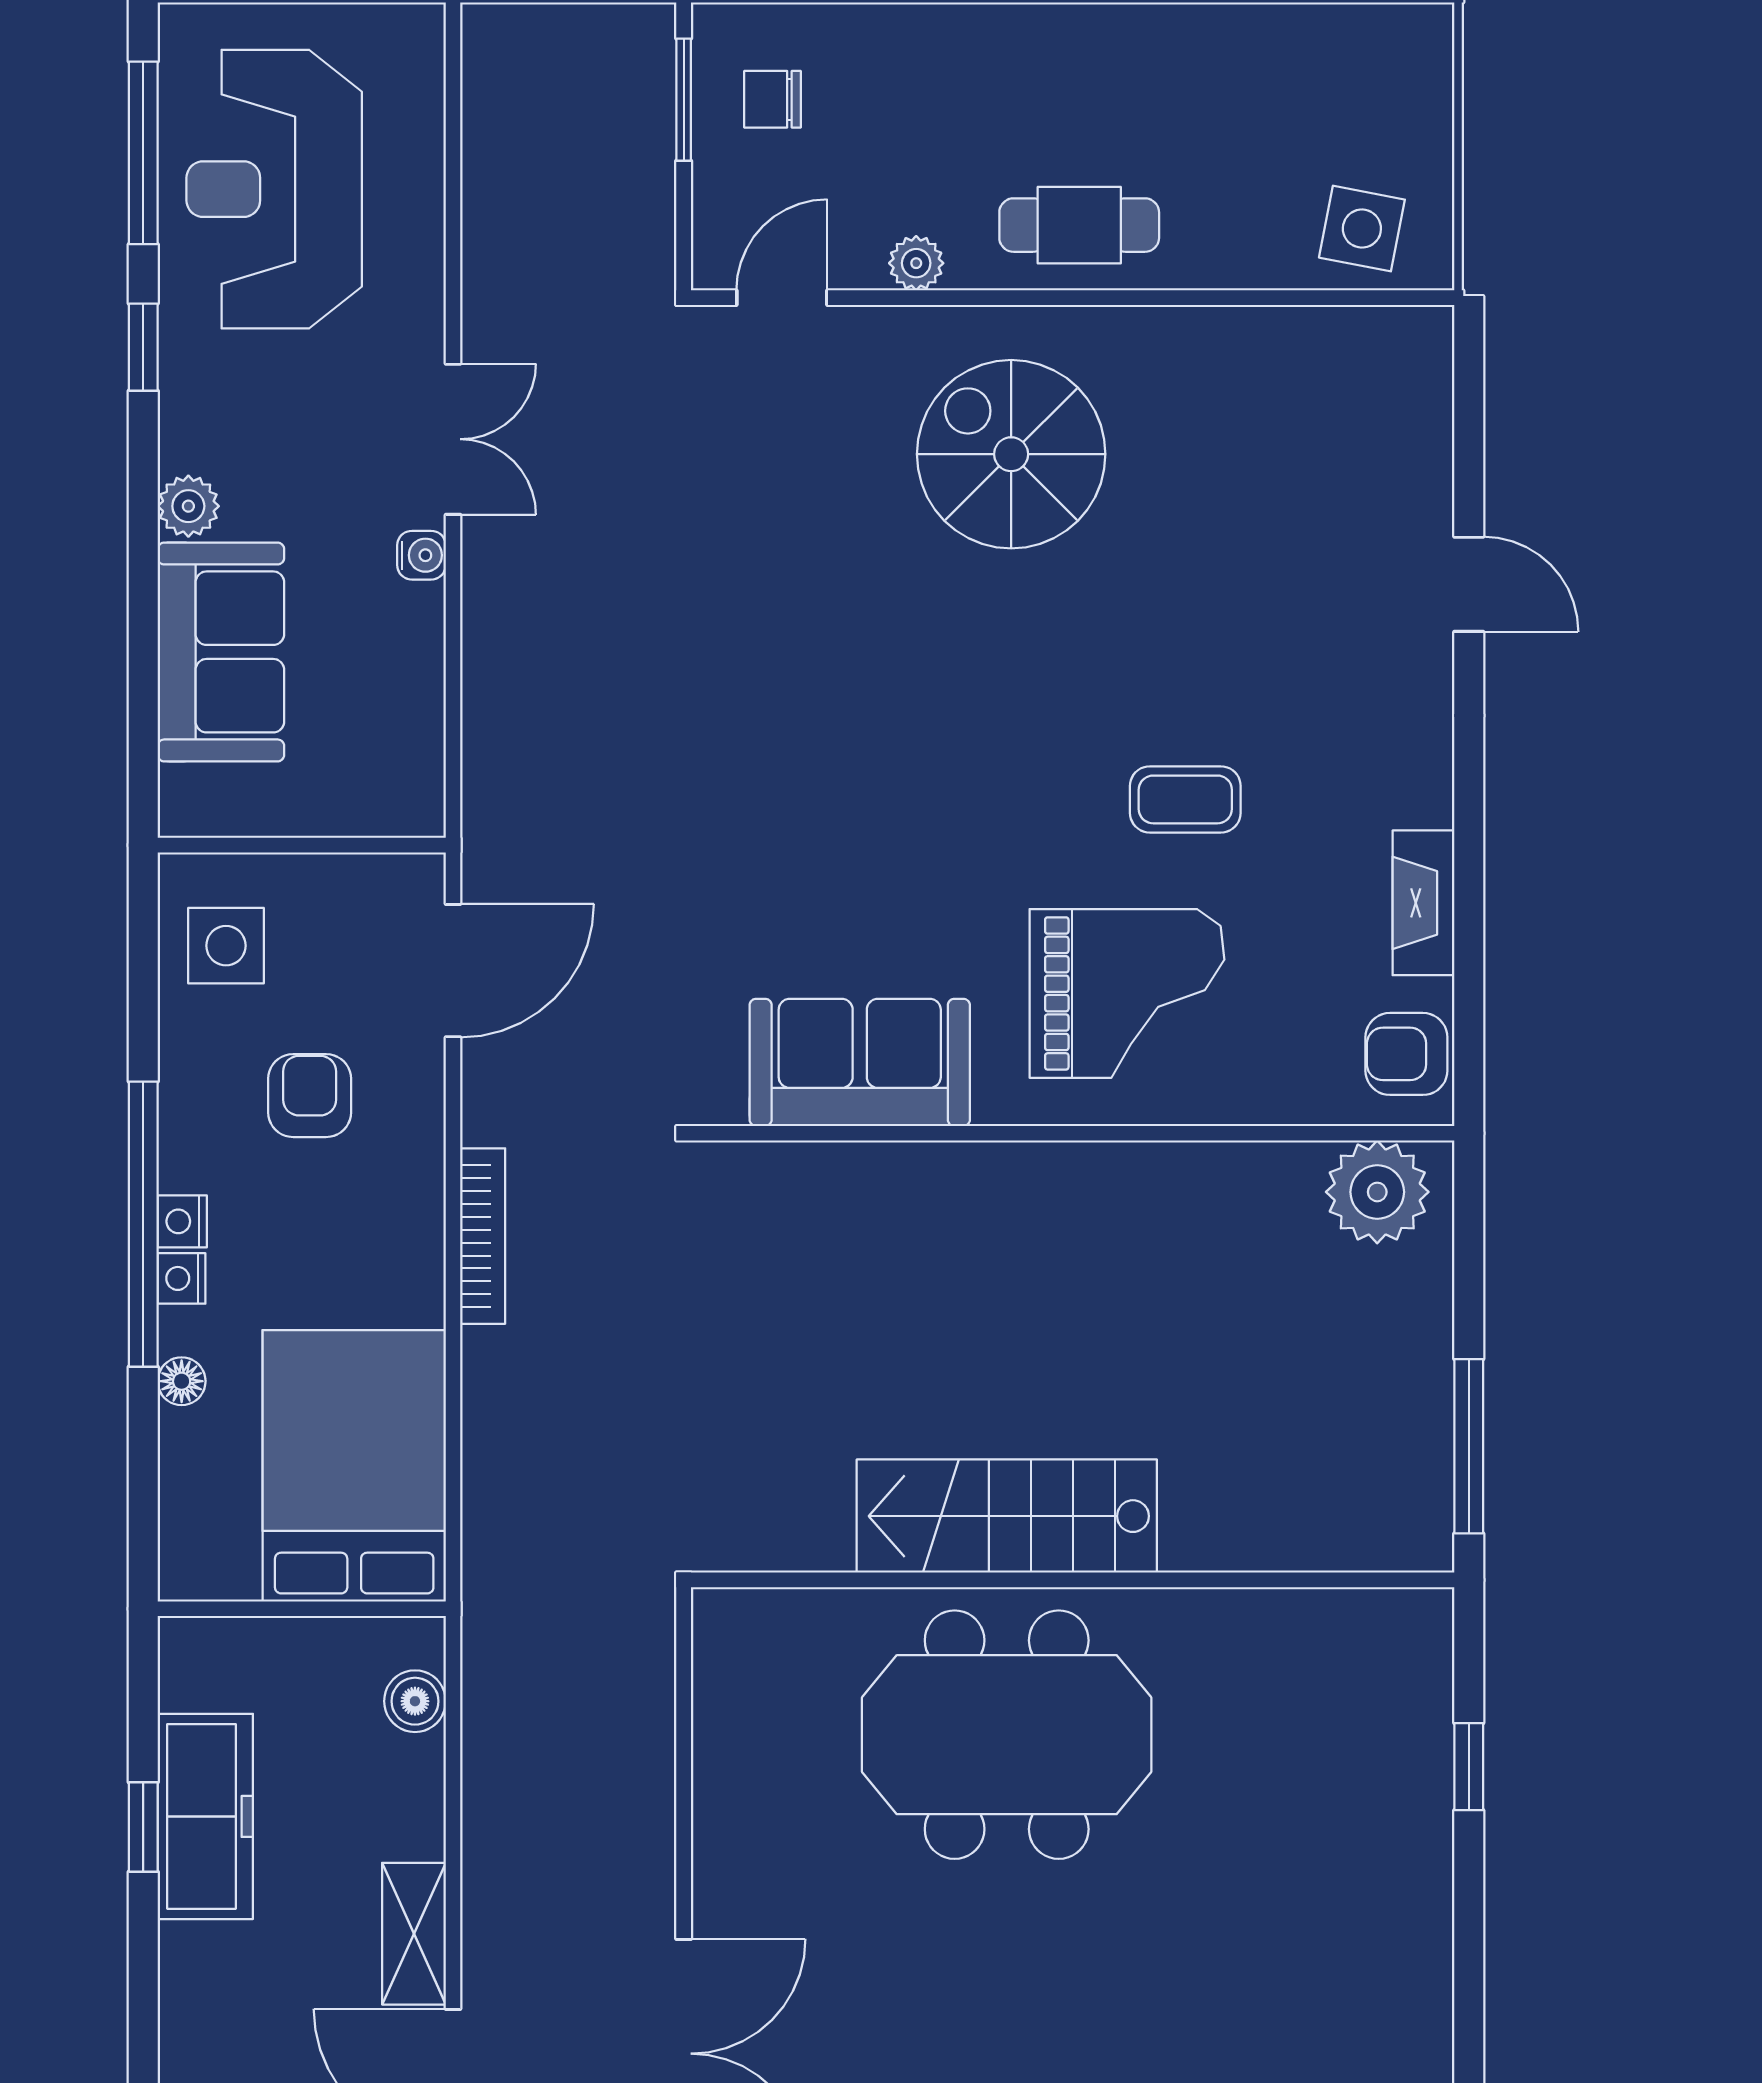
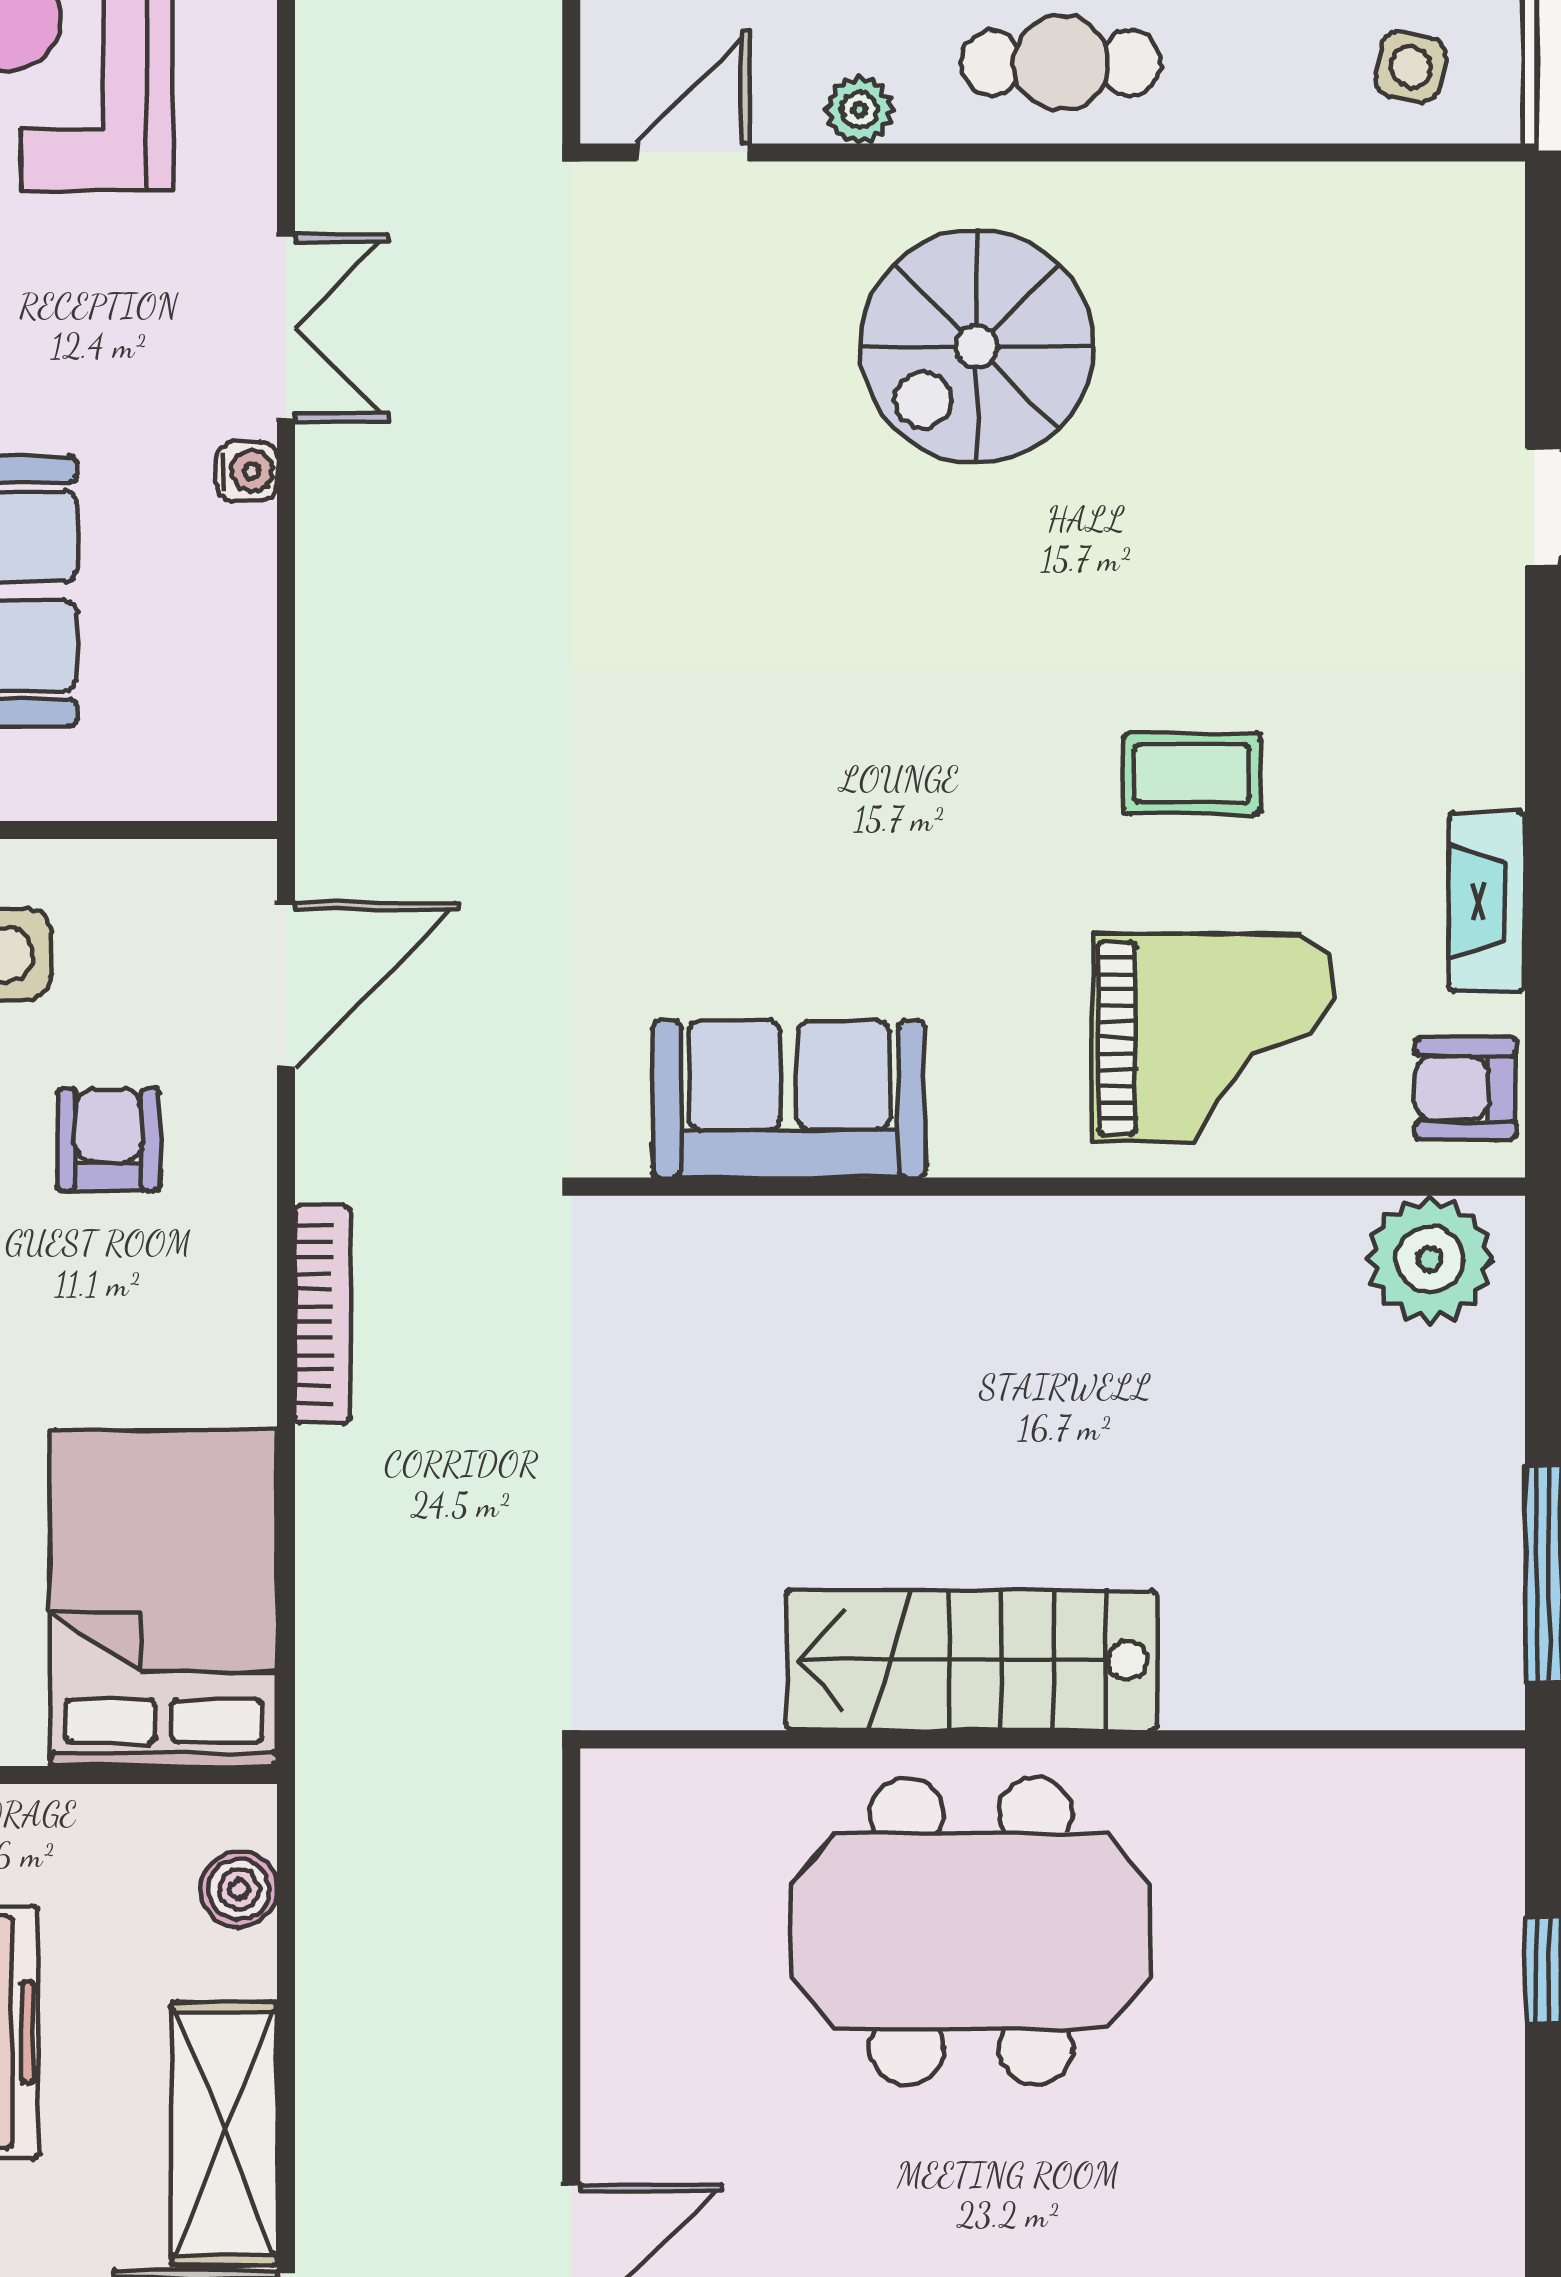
side table: (1362, 229) -> (1411, 67), width x0.73, depth x0.73
spiral stairs: (1011, 454) -> (977, 346), turned -90
grand piano: (1127, 993) -> (1213, 1038), moved
shelving: (414, 1934) -> (224, 2133), width x1.50, depth x1.33

